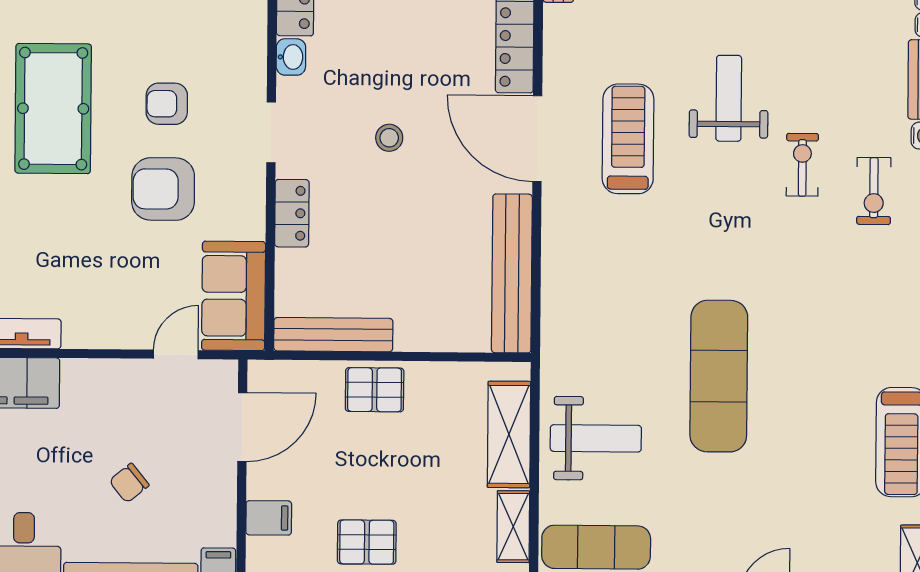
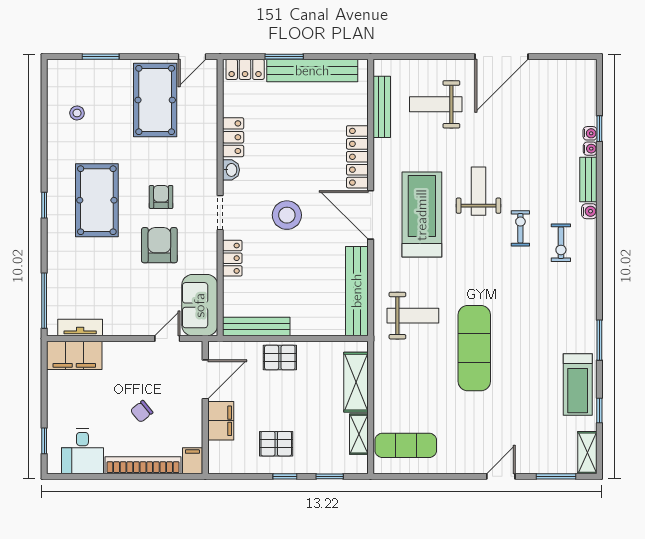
armchair: (167, 104) -> (161, 197), turned 90
stool: (389, 138) -> (287, 215), width x1.89, depth x1.89
treadmill: (628, 139) -> (422, 215), width x1.37, depth x1.38
armchair: (163, 189) -> (159, 245), turned 90
weight bench: (596, 438) -> (413, 316), moved
filing cabinet: (269, 518) -> (221, 421), width x2.00

